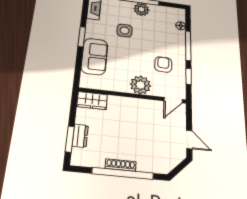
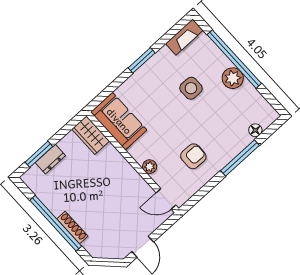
sofa: (95, 56) -> (119, 121), moved, turned -90
window: (189, 76) -> (206, 189), removed
plant: (140, 85) -> (150, 167), width x0.53, depth x0.53
shoe rack: (121, 165) -> (72, 228), moved

